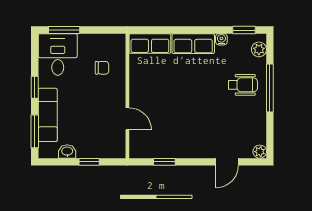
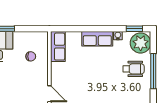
row of seats: (150, 43) -> (58, 47), moved, turned -90
plant: (259, 49) -> (141, 43), width x1.88, depth x1.88

